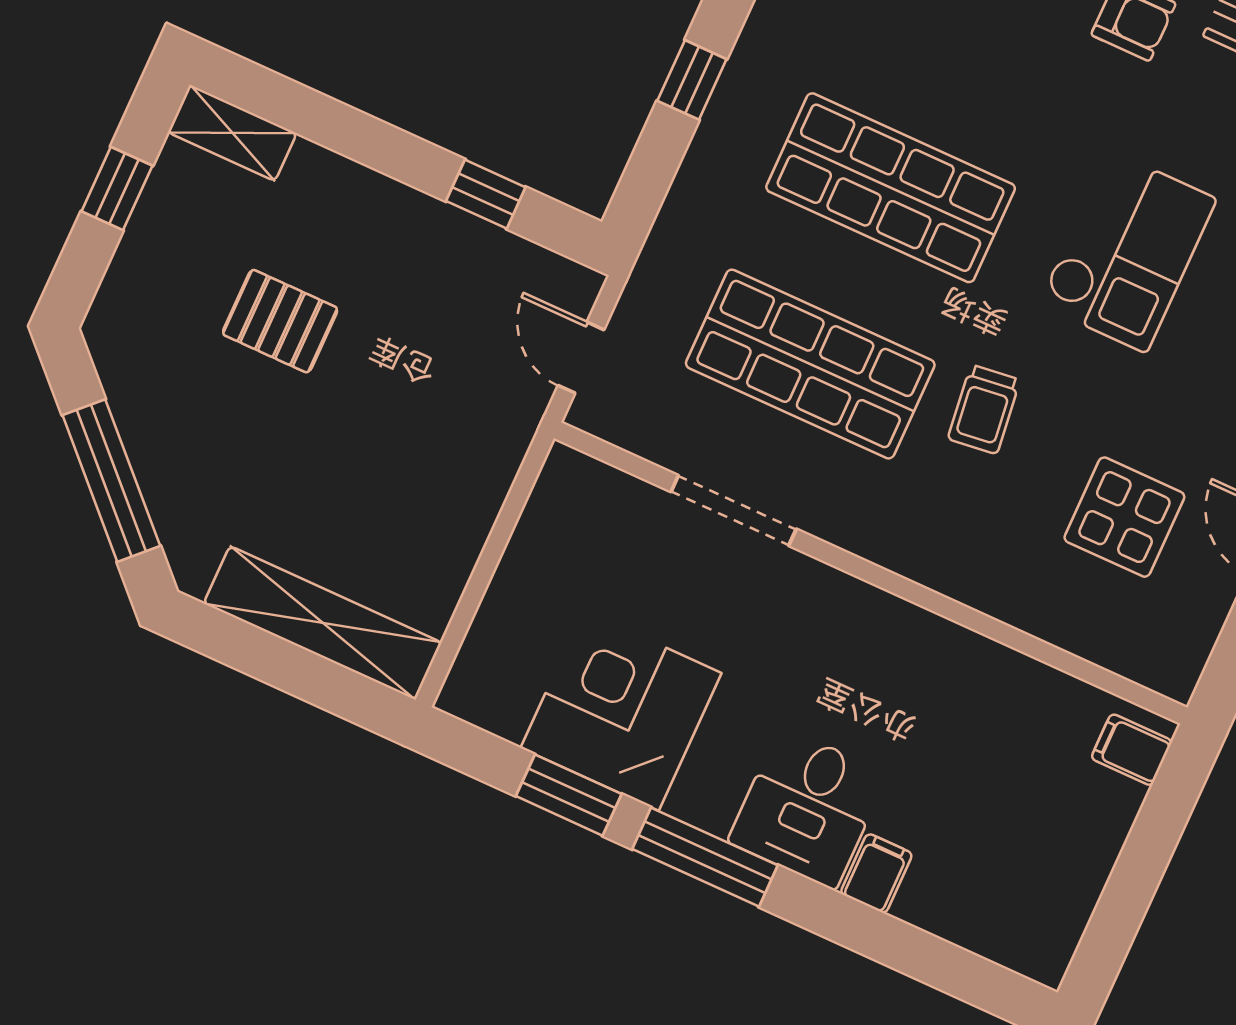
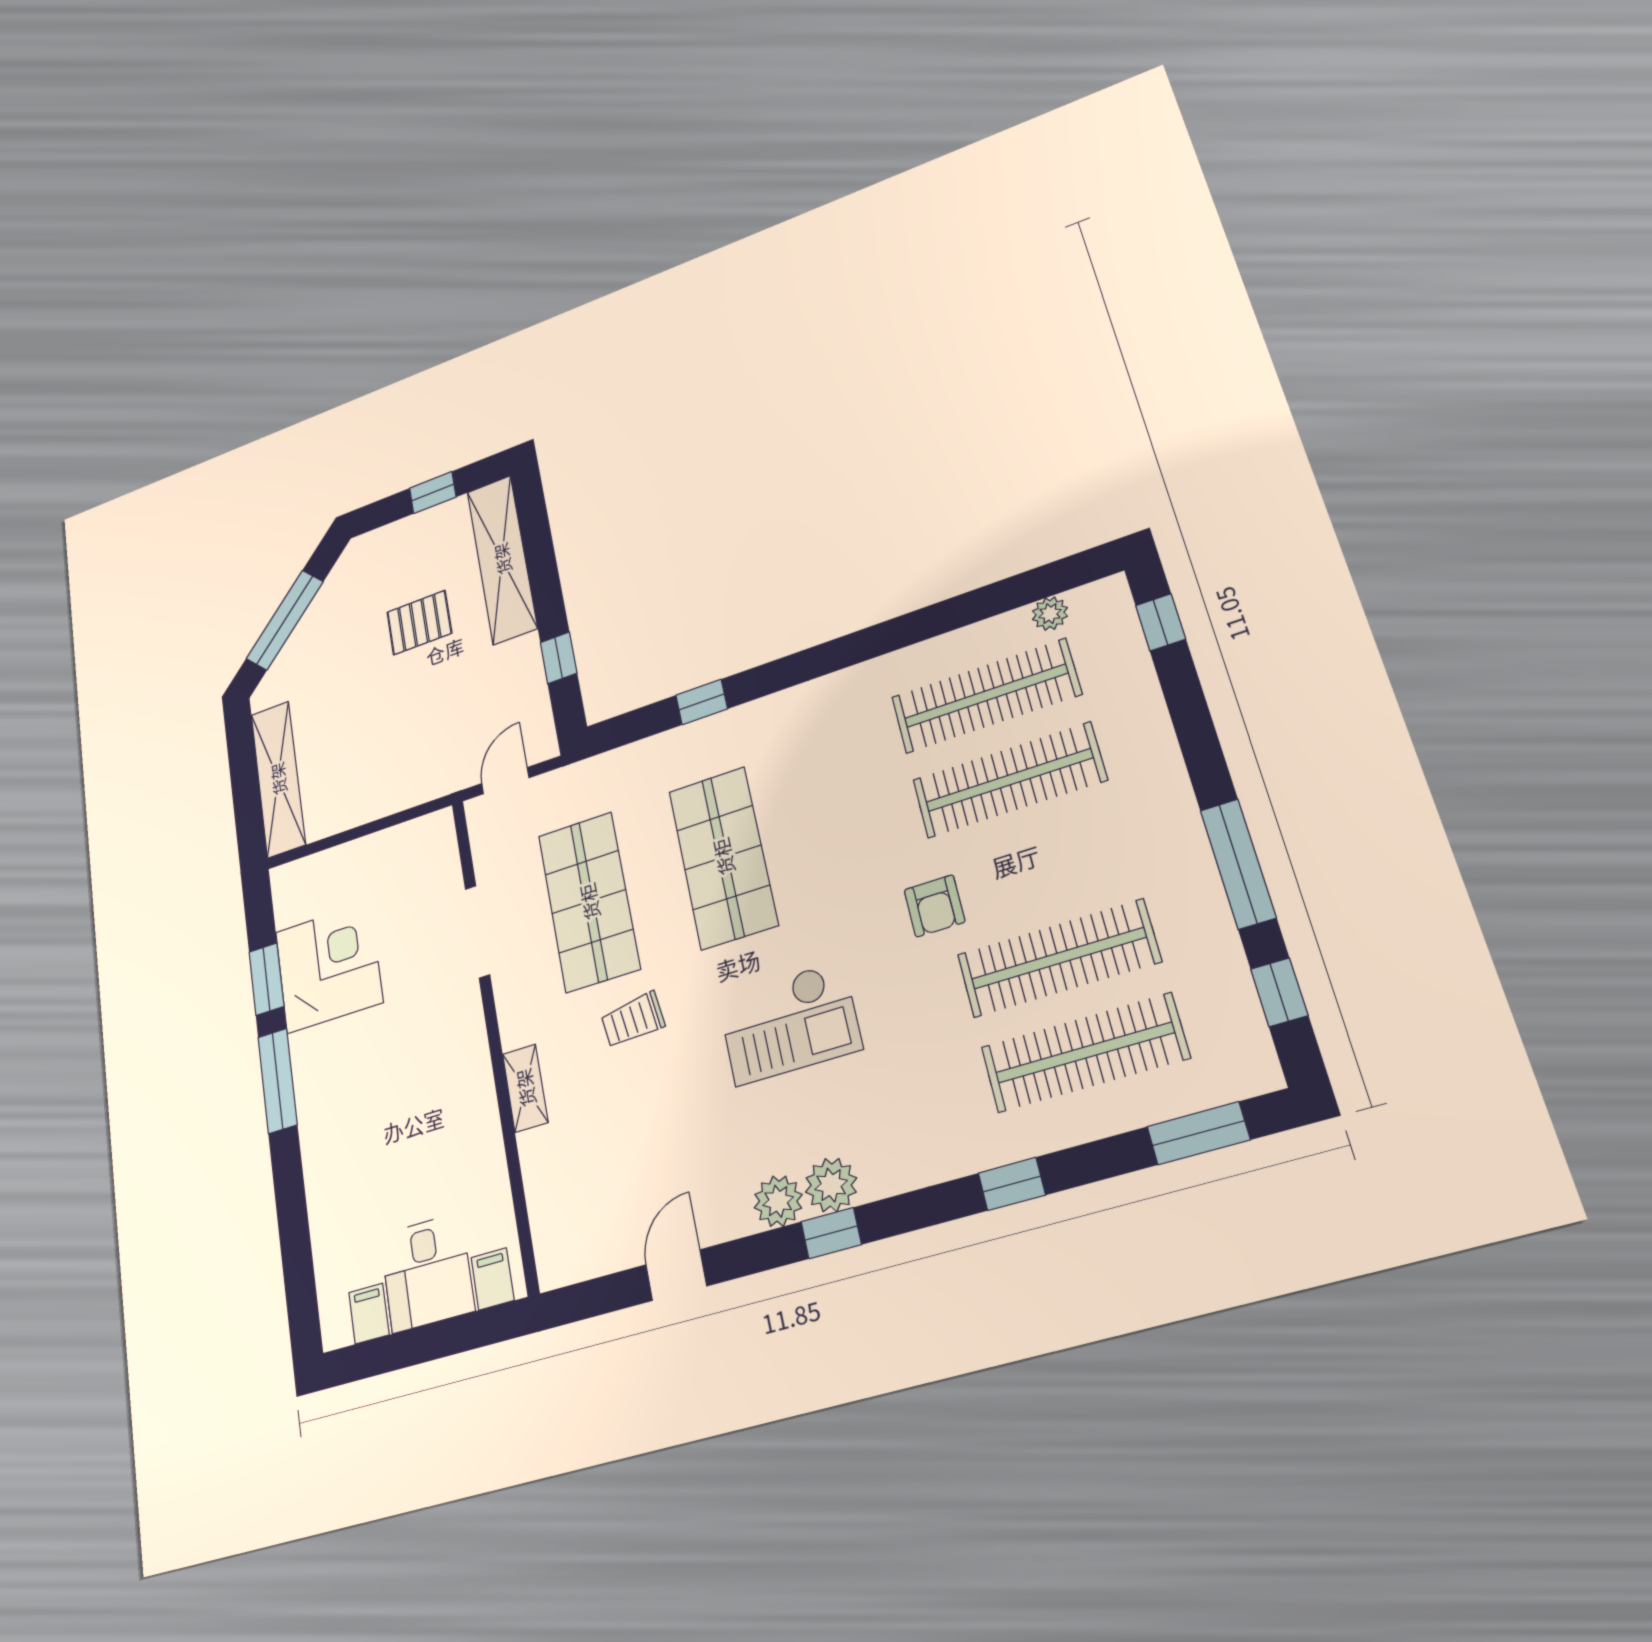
shelving: (232, 133) -> (502, 559), width x2.20, depth x1.33
pallet: (280, 321) -> (419, 623), turned 90
display table: (1124, 517) -> (628, 1157), removed
shelving: (958, 577) -> (525, 1088), added
desk: (808, 808) -> (427, 1272), moved, turned -90
filing cabinet: (876, 873) -> (369, 1314), moved, turned -90

